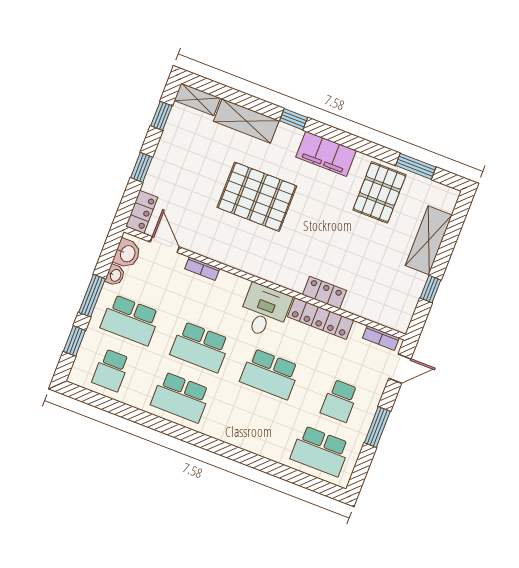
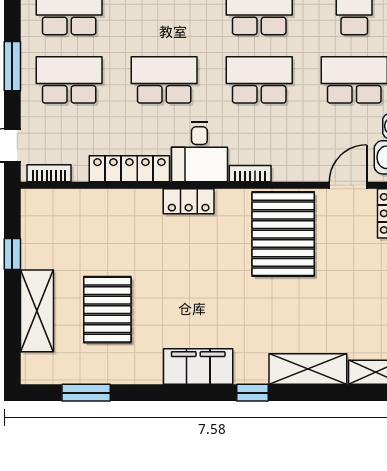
pallet: (380, 192) -> (107, 310), moved
pallet: (257, 197) -> (283, 234), moved, turned 90
door: (165, 244) -> (348, 185), swing flipped
bookcase: (202, 269) -> (250, 174), moved
locker: (324, 293) -> (189, 201), moved
school desk: (340, 401) -> (69, 80), width x1.85

